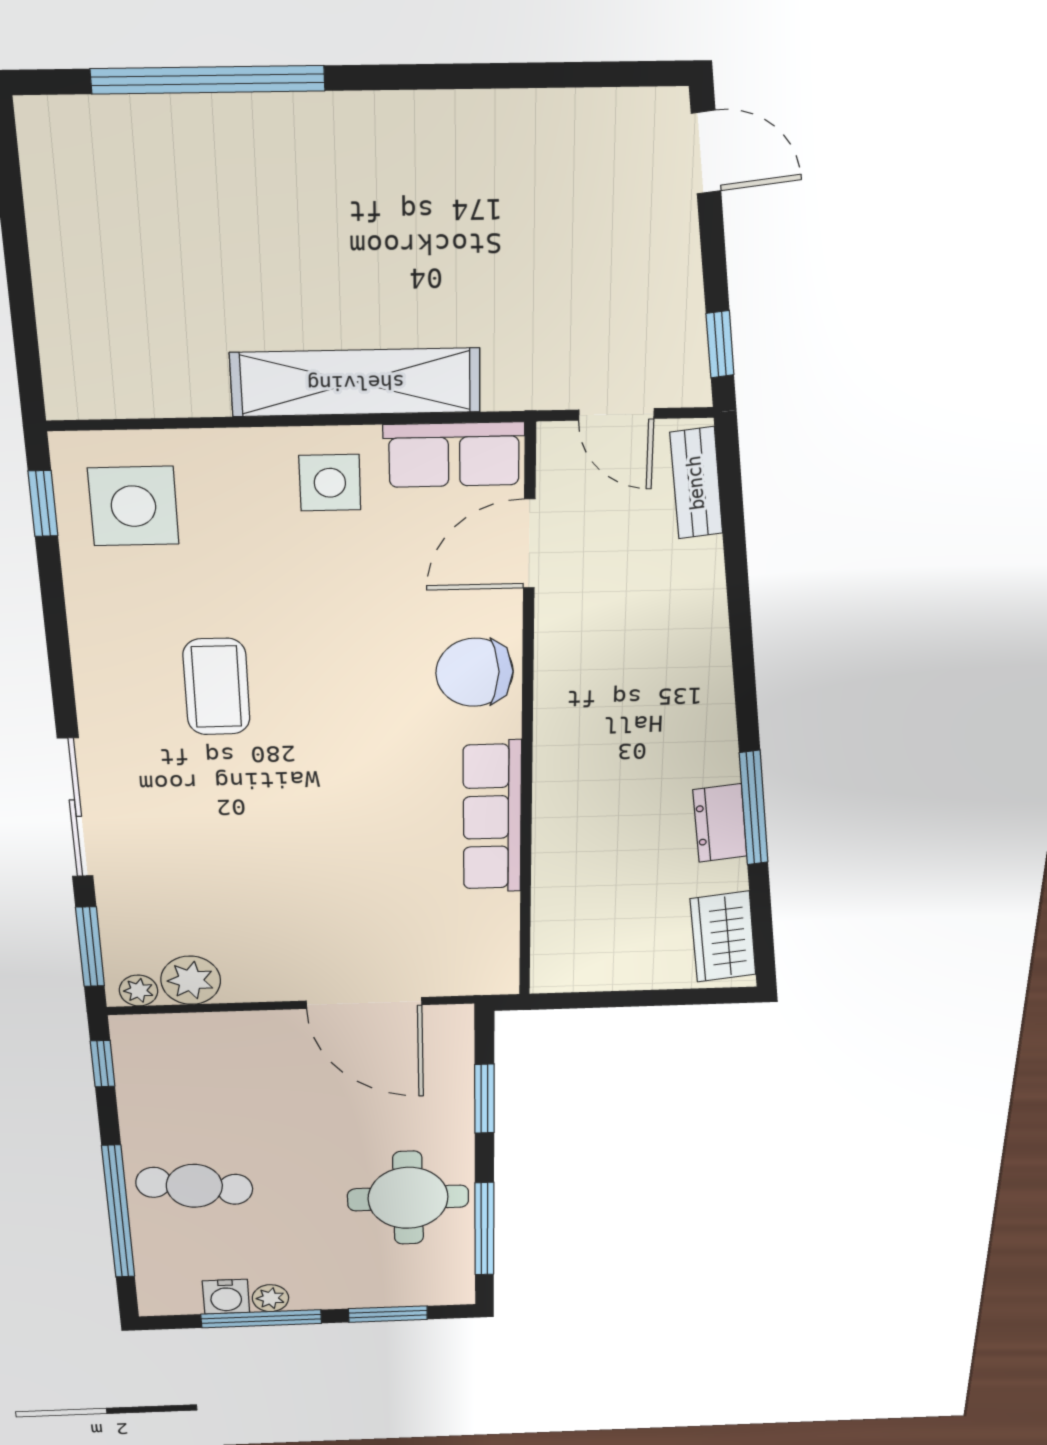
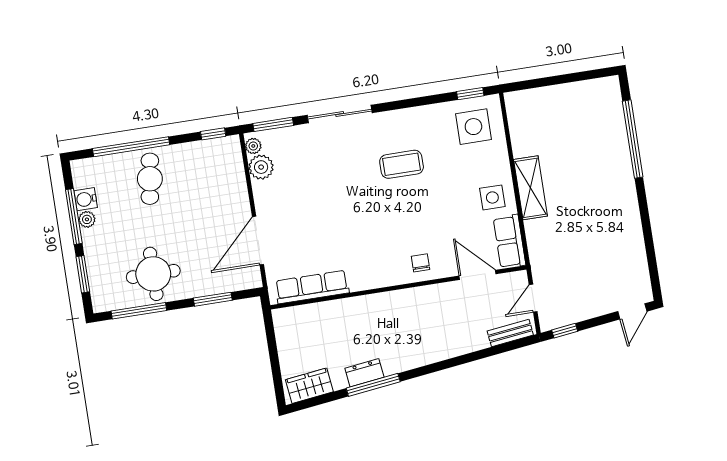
shelving: (356, 382) -> (530, 188), width x0.68
chair: (475, 672) -> (421, 263), width x0.54, depth x0.54
row of seats: (492, 817) -> (312, 287), moved

